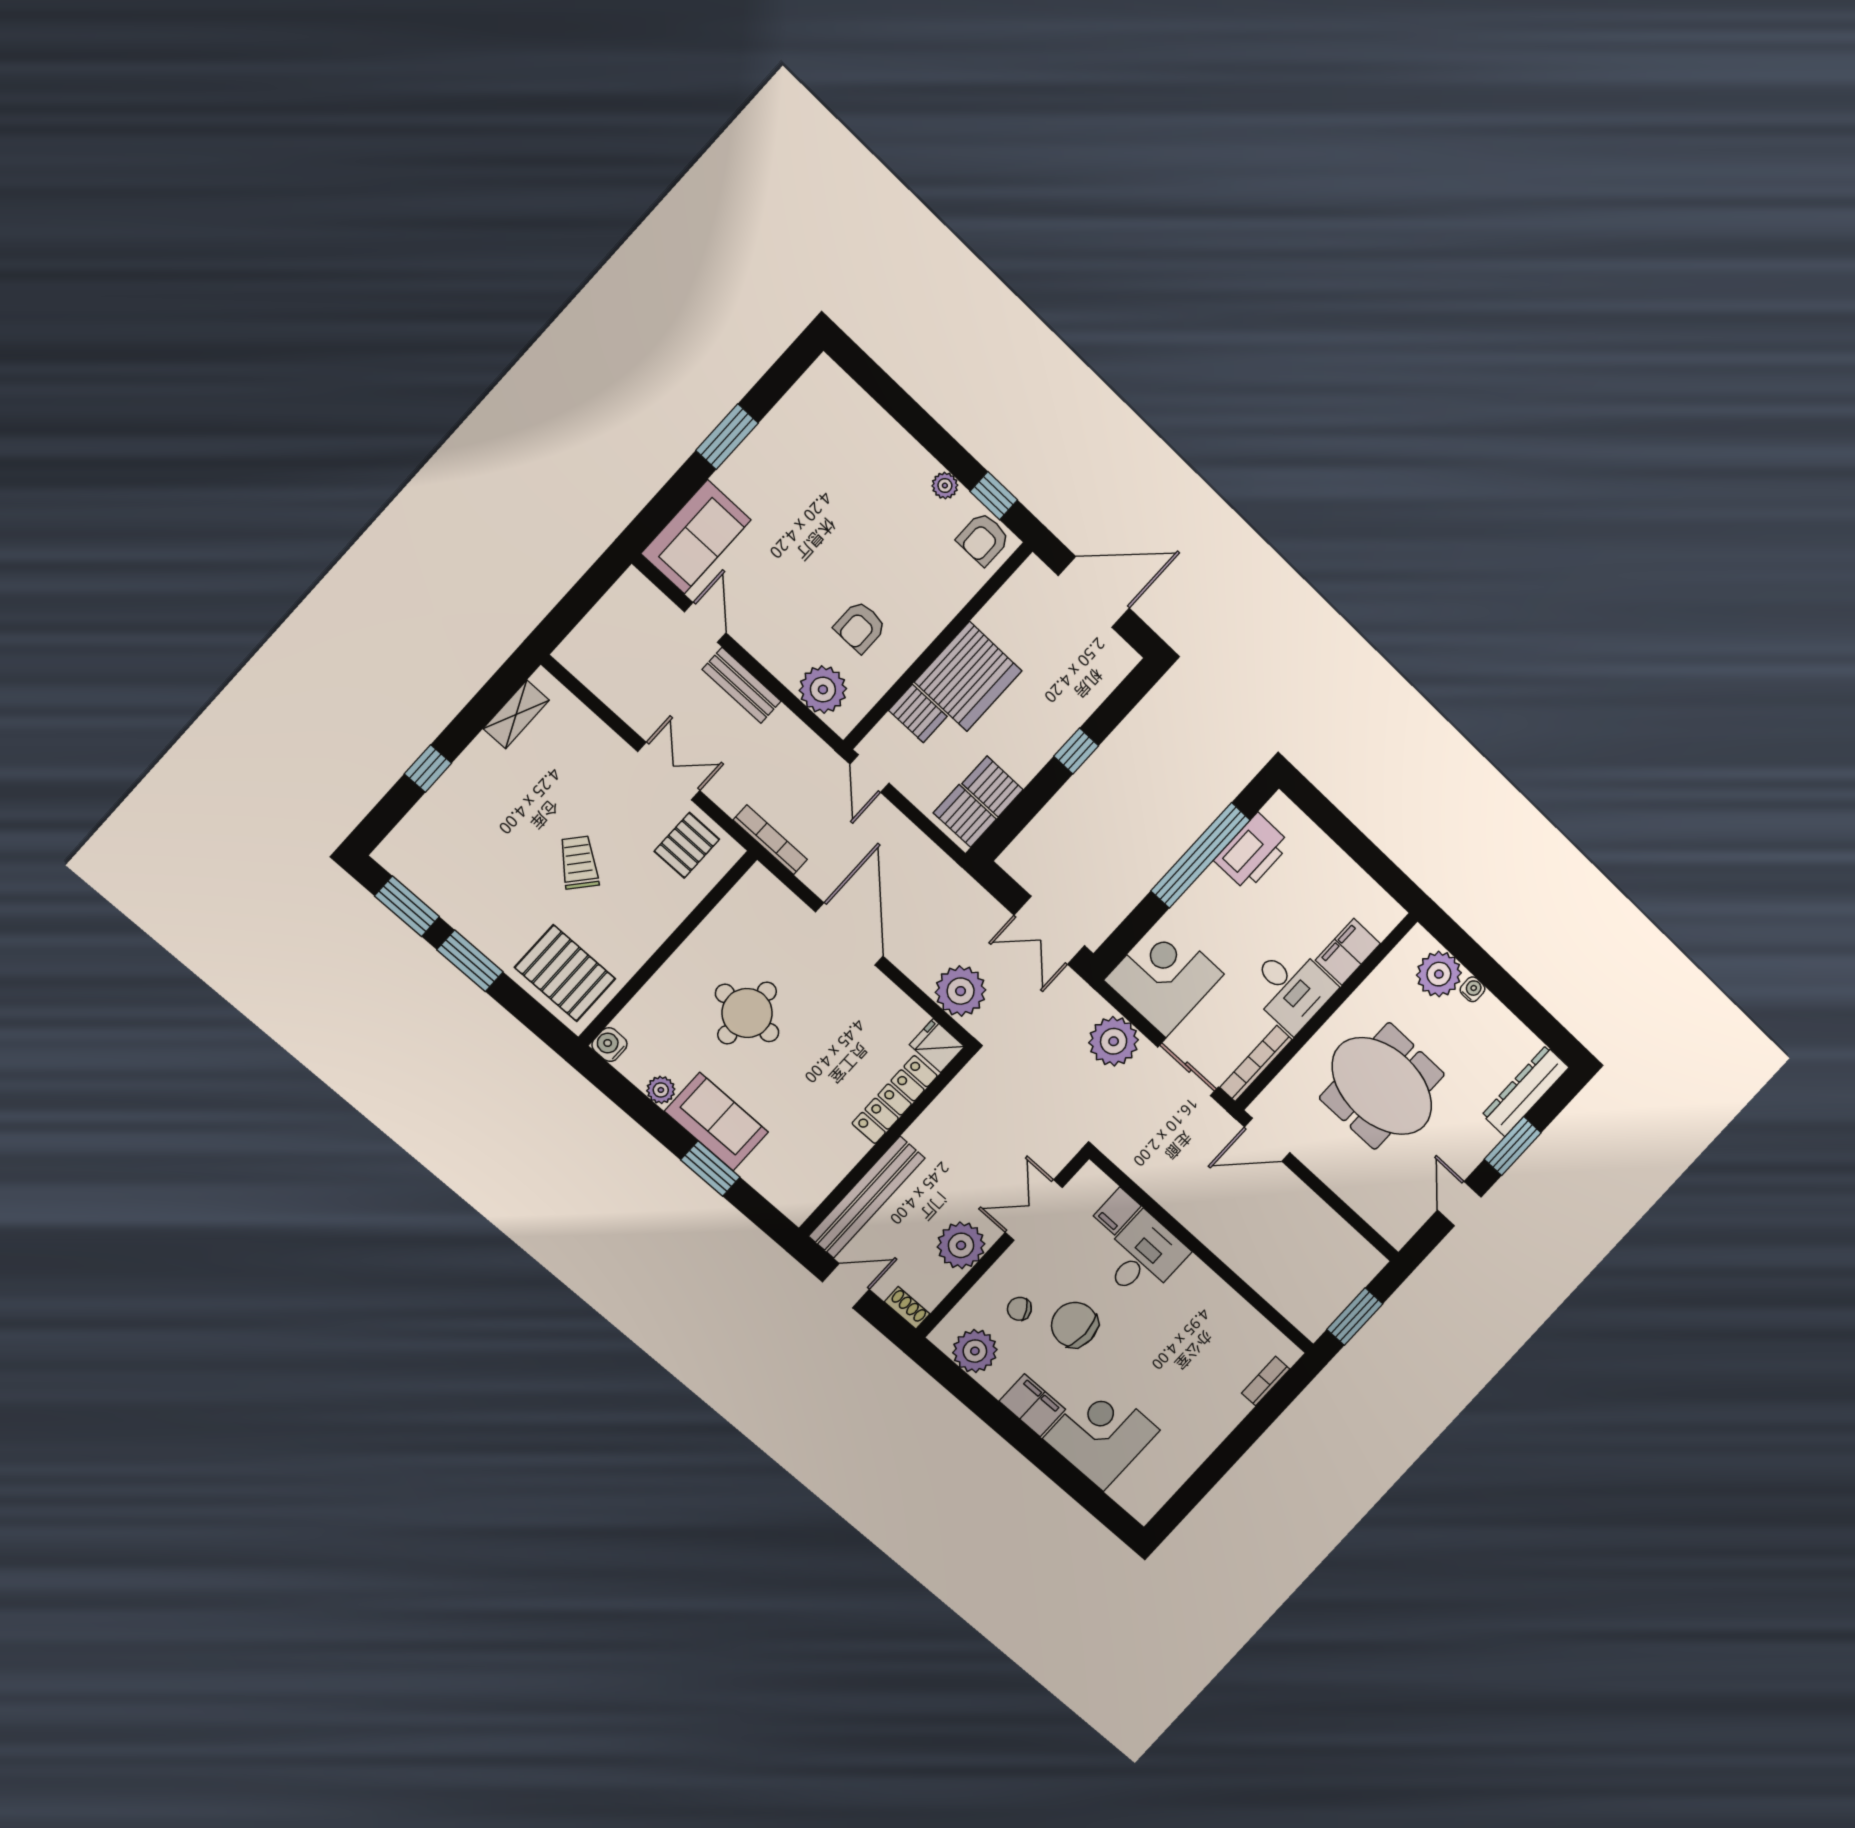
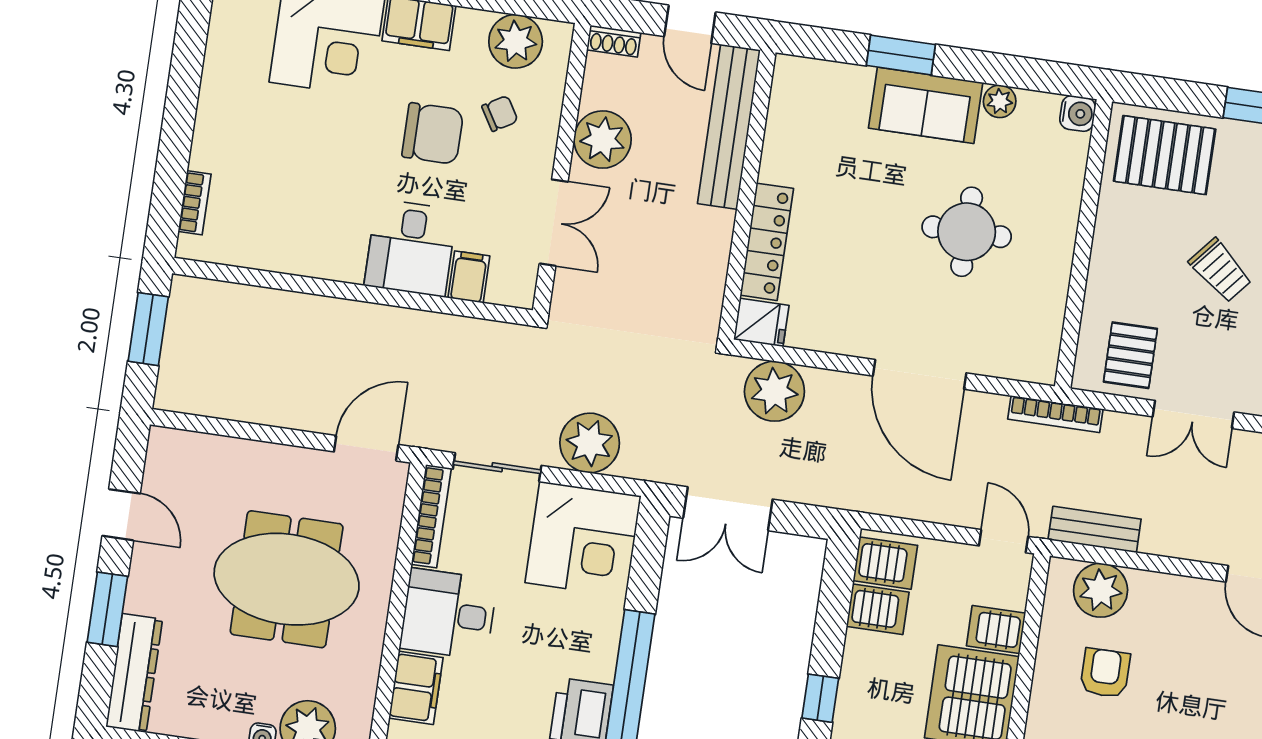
bench: (742, 685) -> (1095, 529), moved
double door: (1049, 930) -> (728, 509), swing flipped
door: (846, 1286) -> (690, 24), hinge flipped

